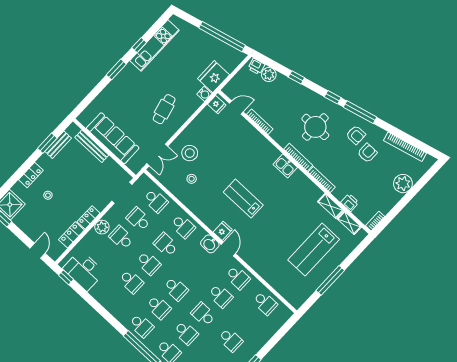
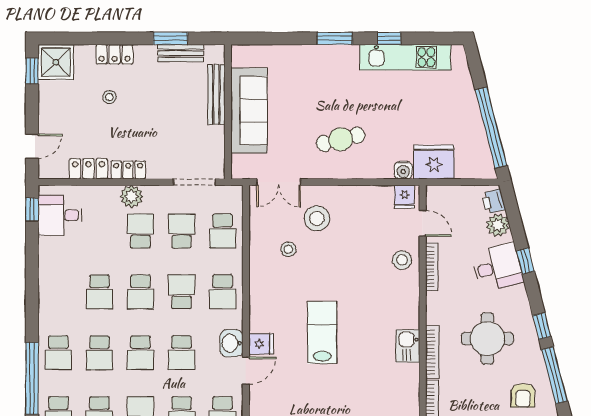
desk: (288, 93) -> (497, 267), added
stool: (244, 132) -> (402, 260), added
desk: (84, 270) -> (60, 215), width x0.73
school desk: (193, 270) -> (182, 353), added

